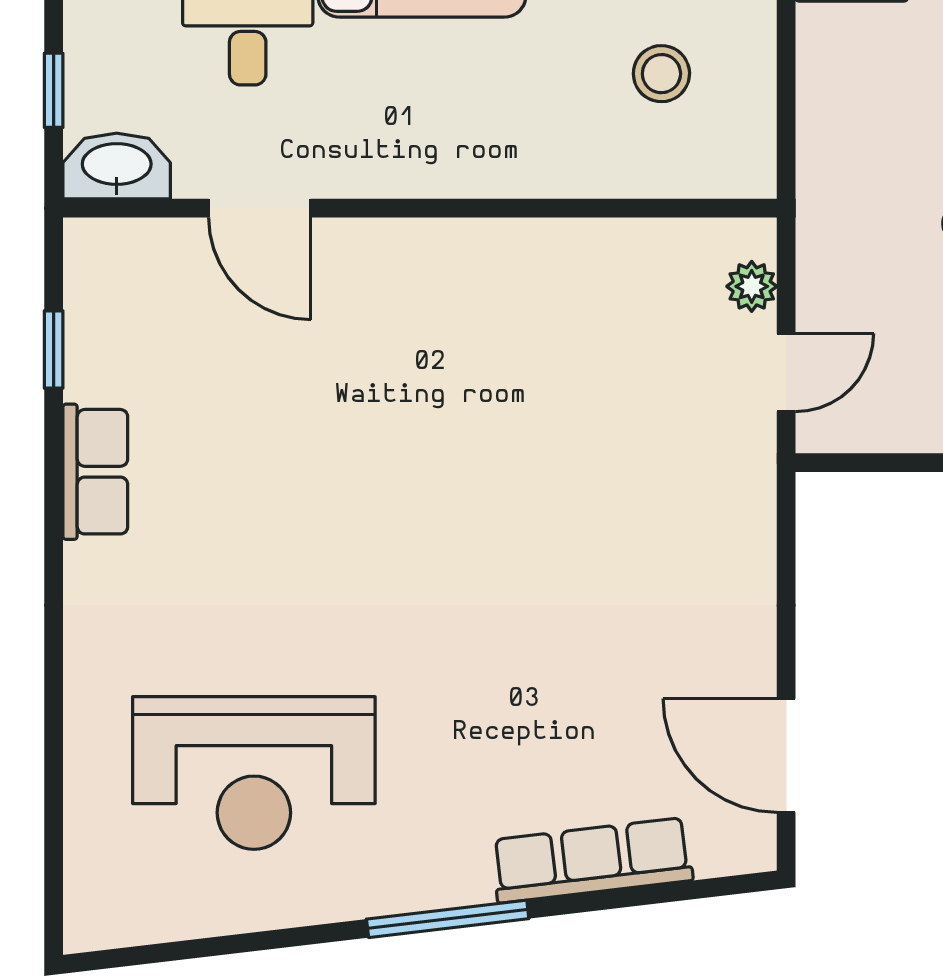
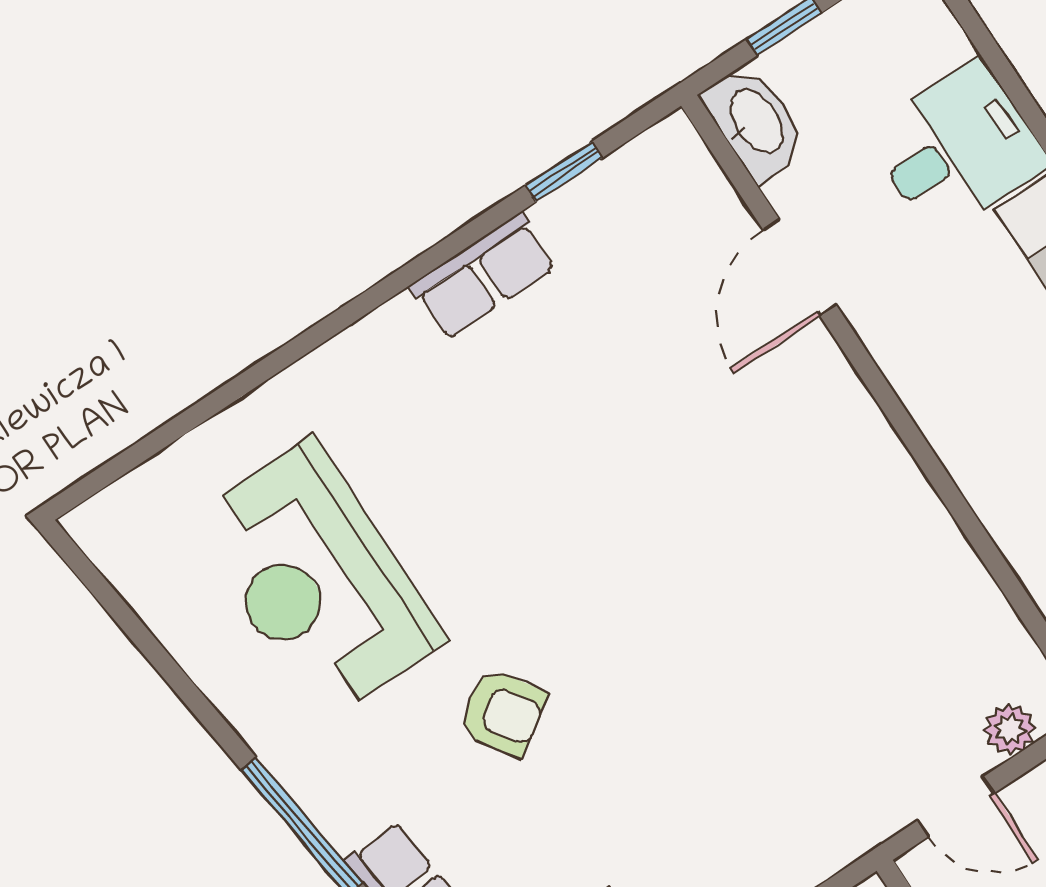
armchair: (463, 693) -> (502, 712), added

